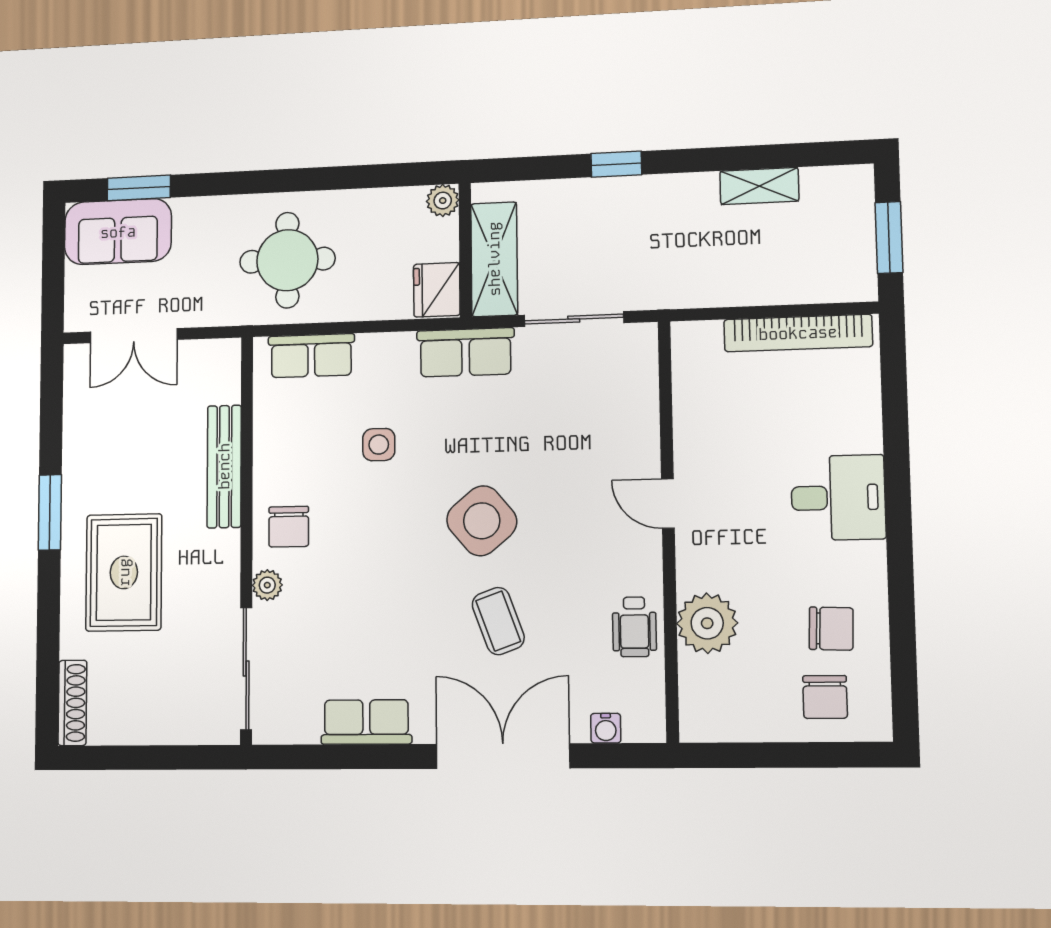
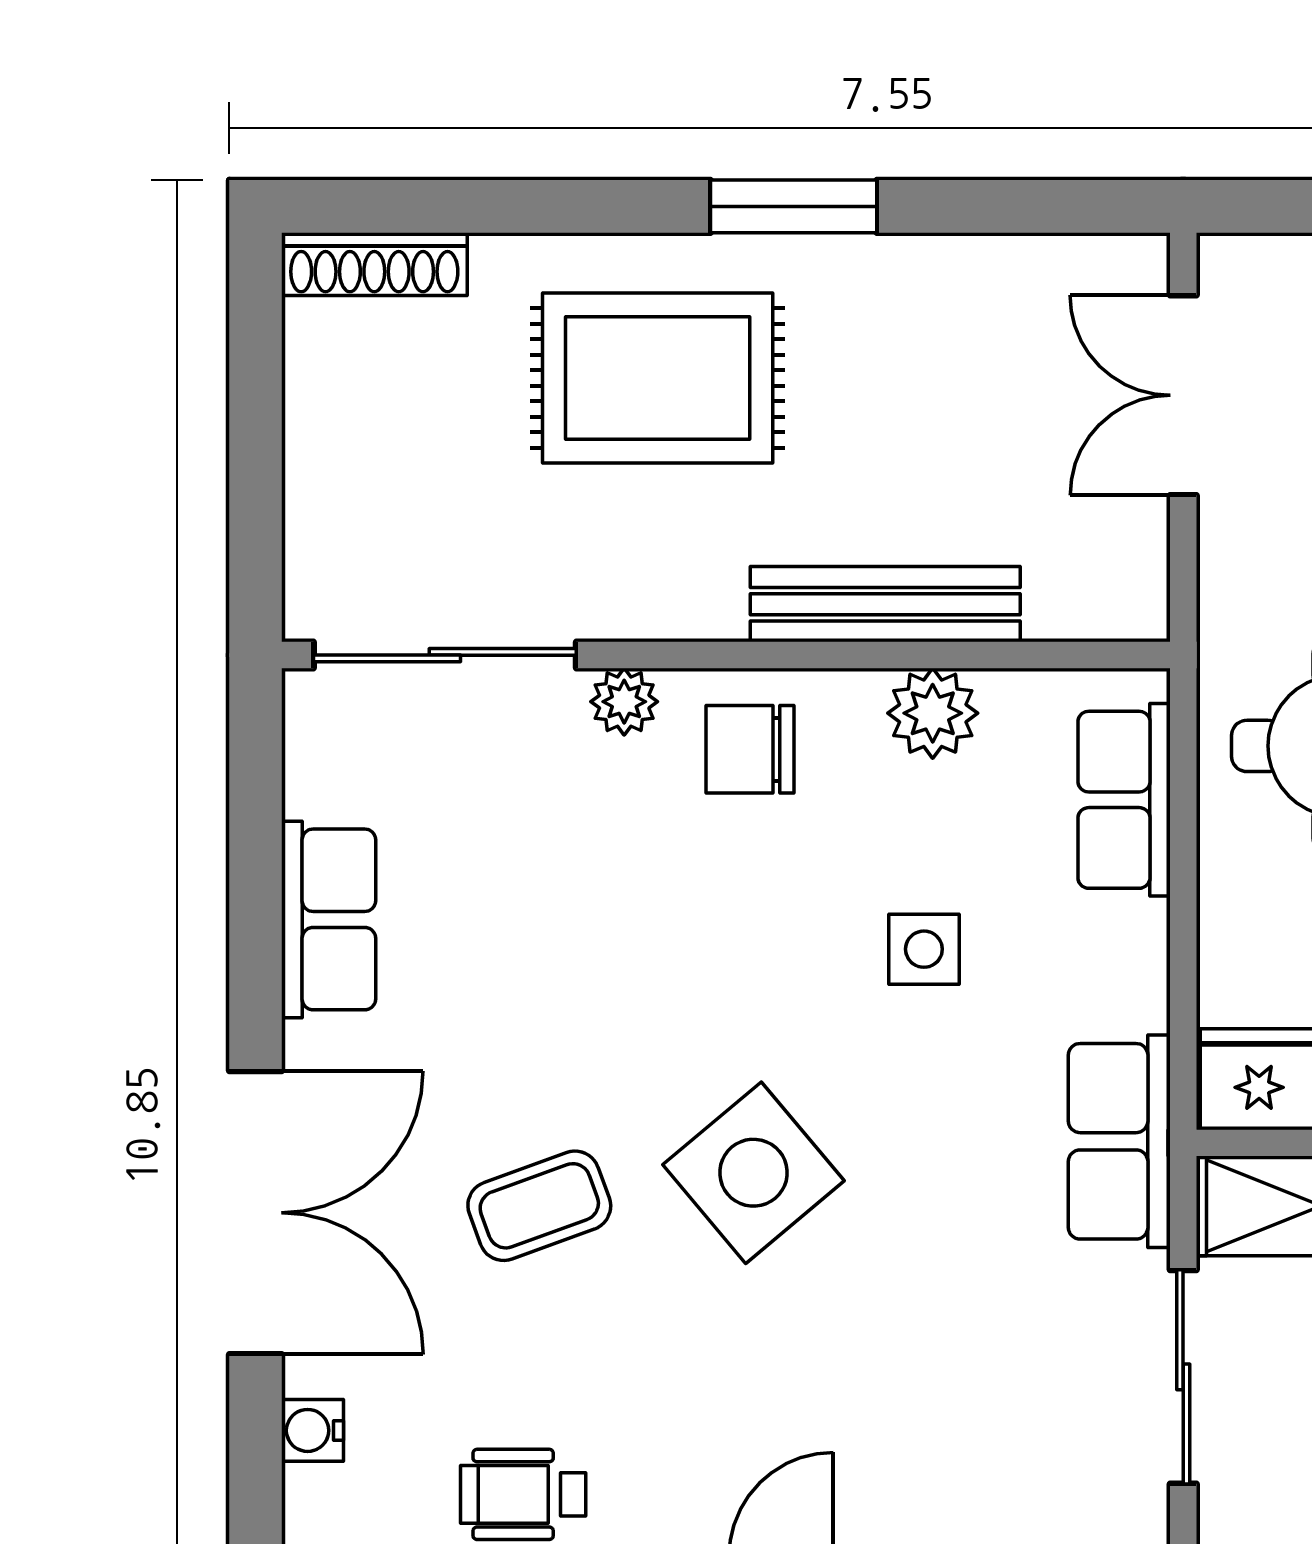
plant: (273, 444) -> (933, 713), added

